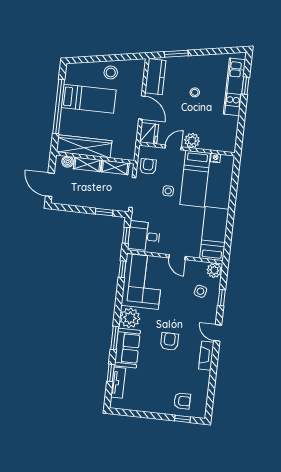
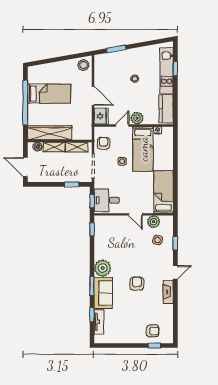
stool: (111, 72) -> (83, 65), moved
kitchen counter: (155, 77) -> (166, 109), moved, turned 180
plant: (214, 270) -> (154, 222), moved
corner sofa: (142, 282) -> (110, 237), removed
door: (218, 333) -> (175, 272), swing flipped

